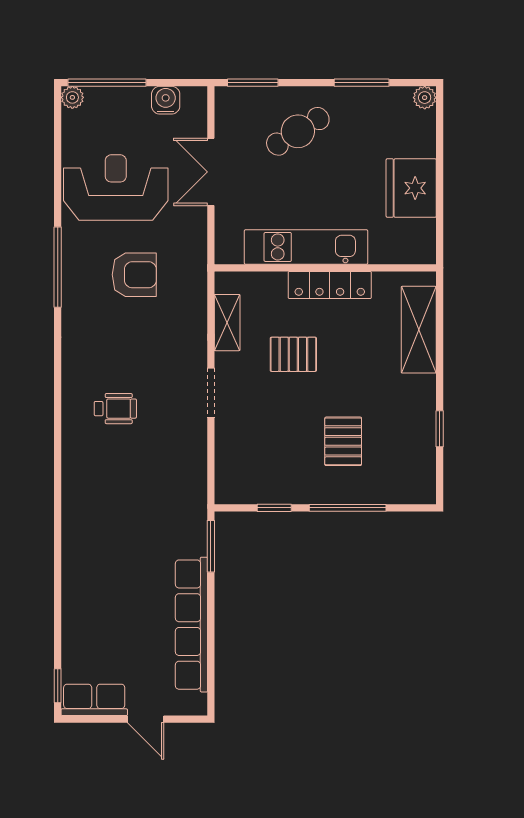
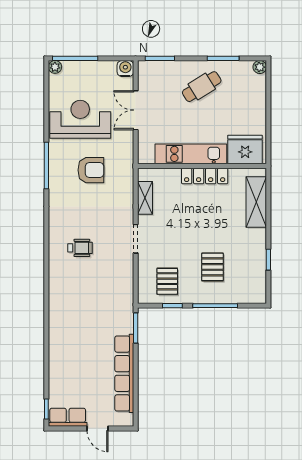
water cooler: (166, 100) -> (125, 69), moved
cafe table: (298, 131) -> (202, 87), moved
fridge: (411, 188) -> (245, 150), moved, turned 90
pallet: (293, 354) -> (167, 281), moved, turned 90

